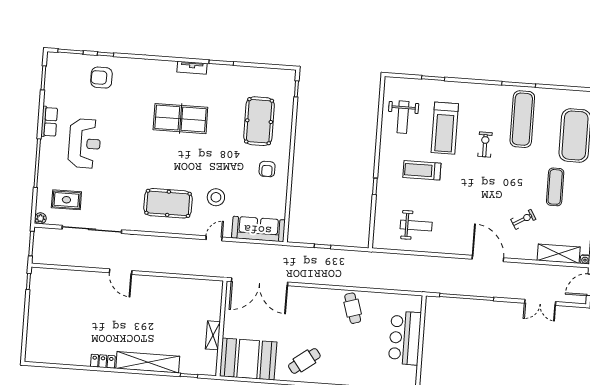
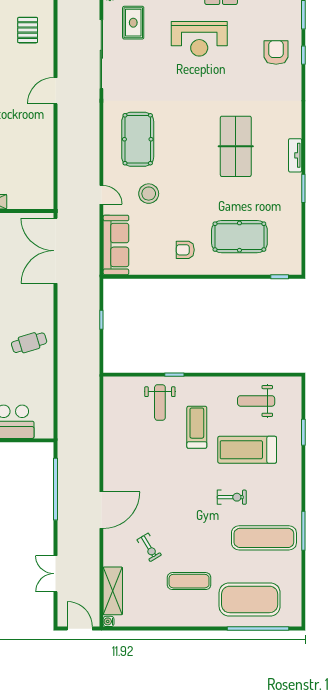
weight bench: (416, 226) -> (160, 402), moved
pallet: (66, 292) -> (28, 30), added
cafe table: (353, 308) -> (29, 343), moved

